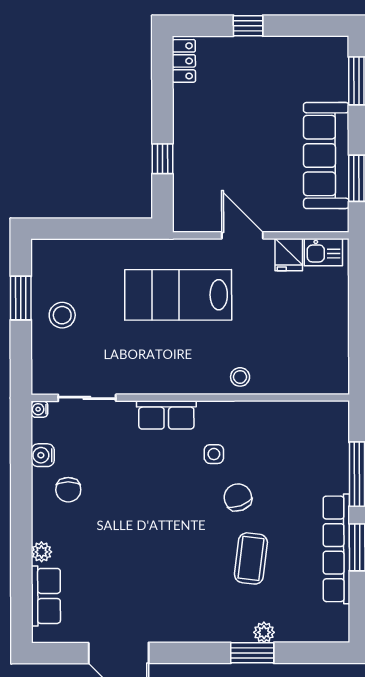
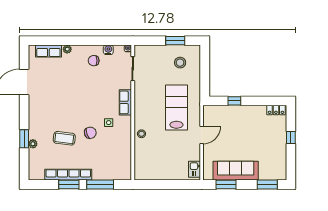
fridge: (289, 255) -> (194, 155), removed
stool: (62, 315) -> (180, 63), moved

